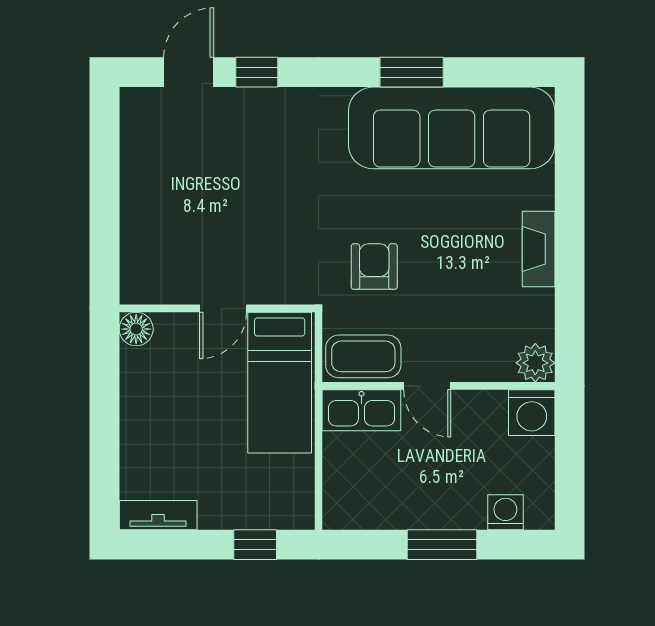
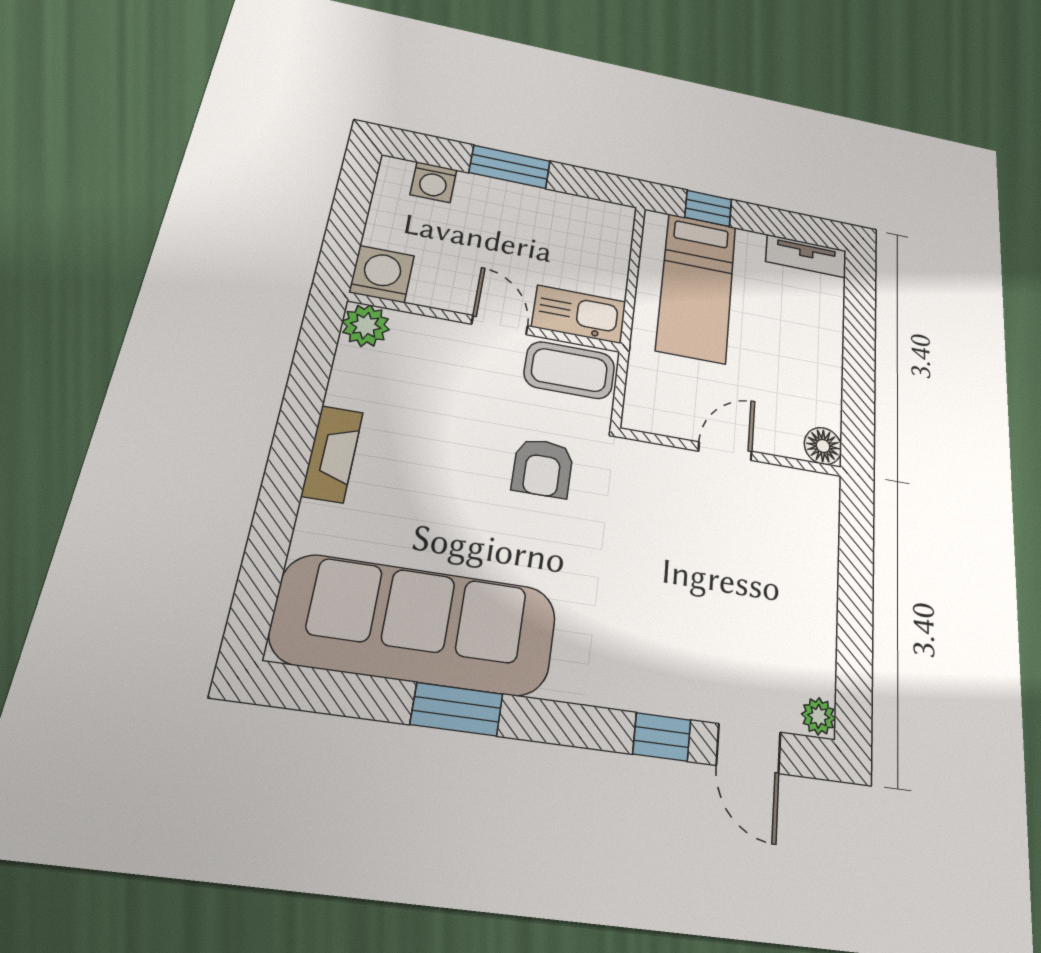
door: (189, 72) -> (749, 749), hinge flipped
plant: (133, 103) -> (819, 716), added
bed: (280, 383) -> (697, 287), moved, turned 180

